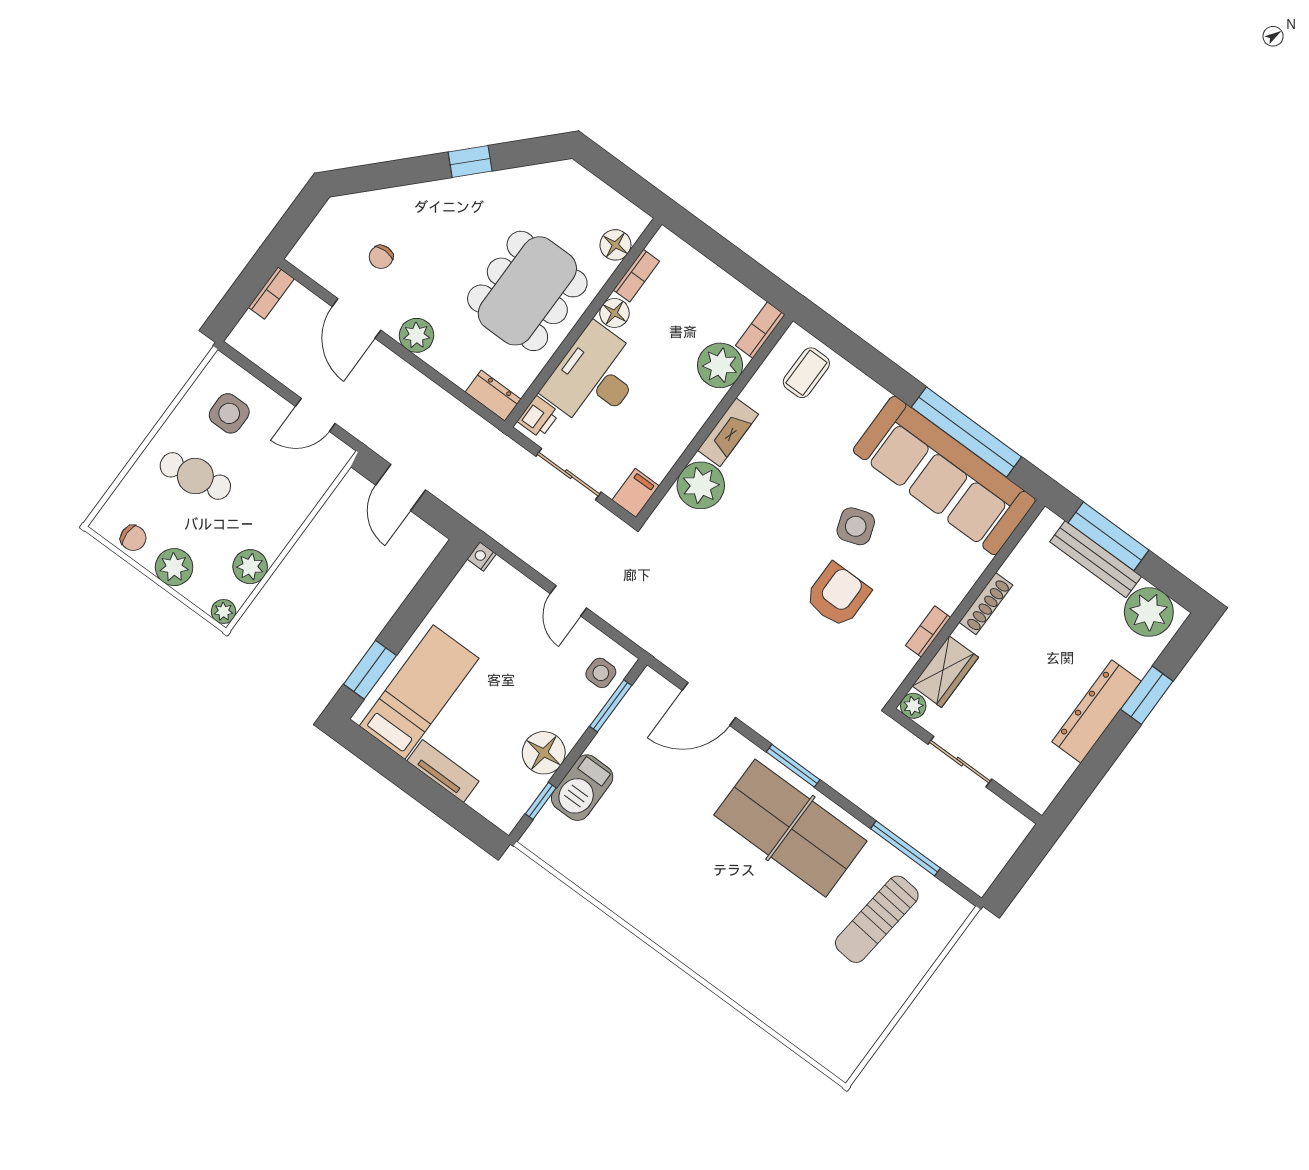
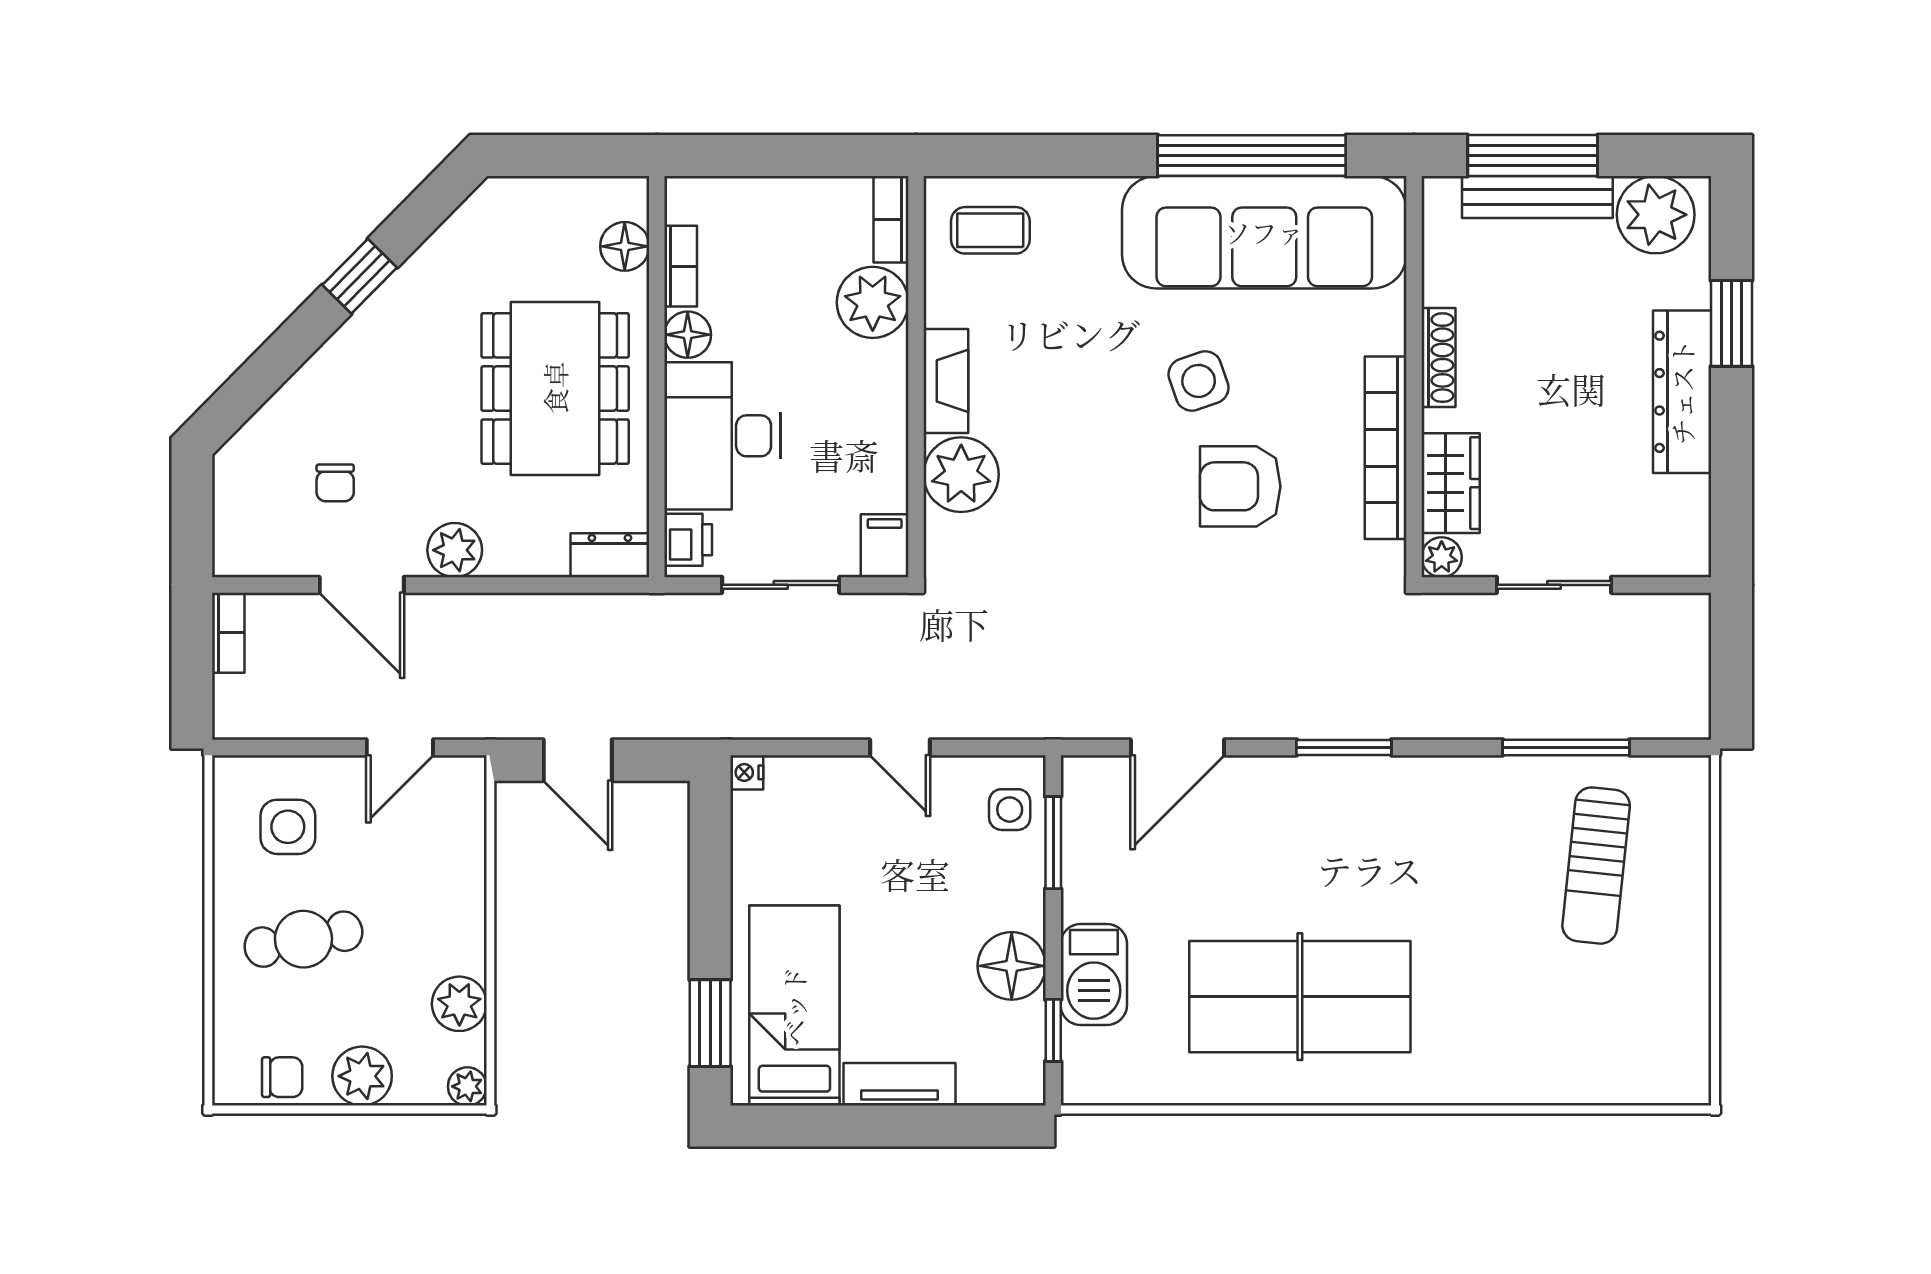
coffee table: (806, 373) -> (990, 230), turned 90
armchair: (838, 595) -> (1240, 486), turned -90
bookcase: (928, 631) -> (1386, 448), width x2.31, depth x1.31
table tennis table: (790, 828) -> (1300, 997), moved

